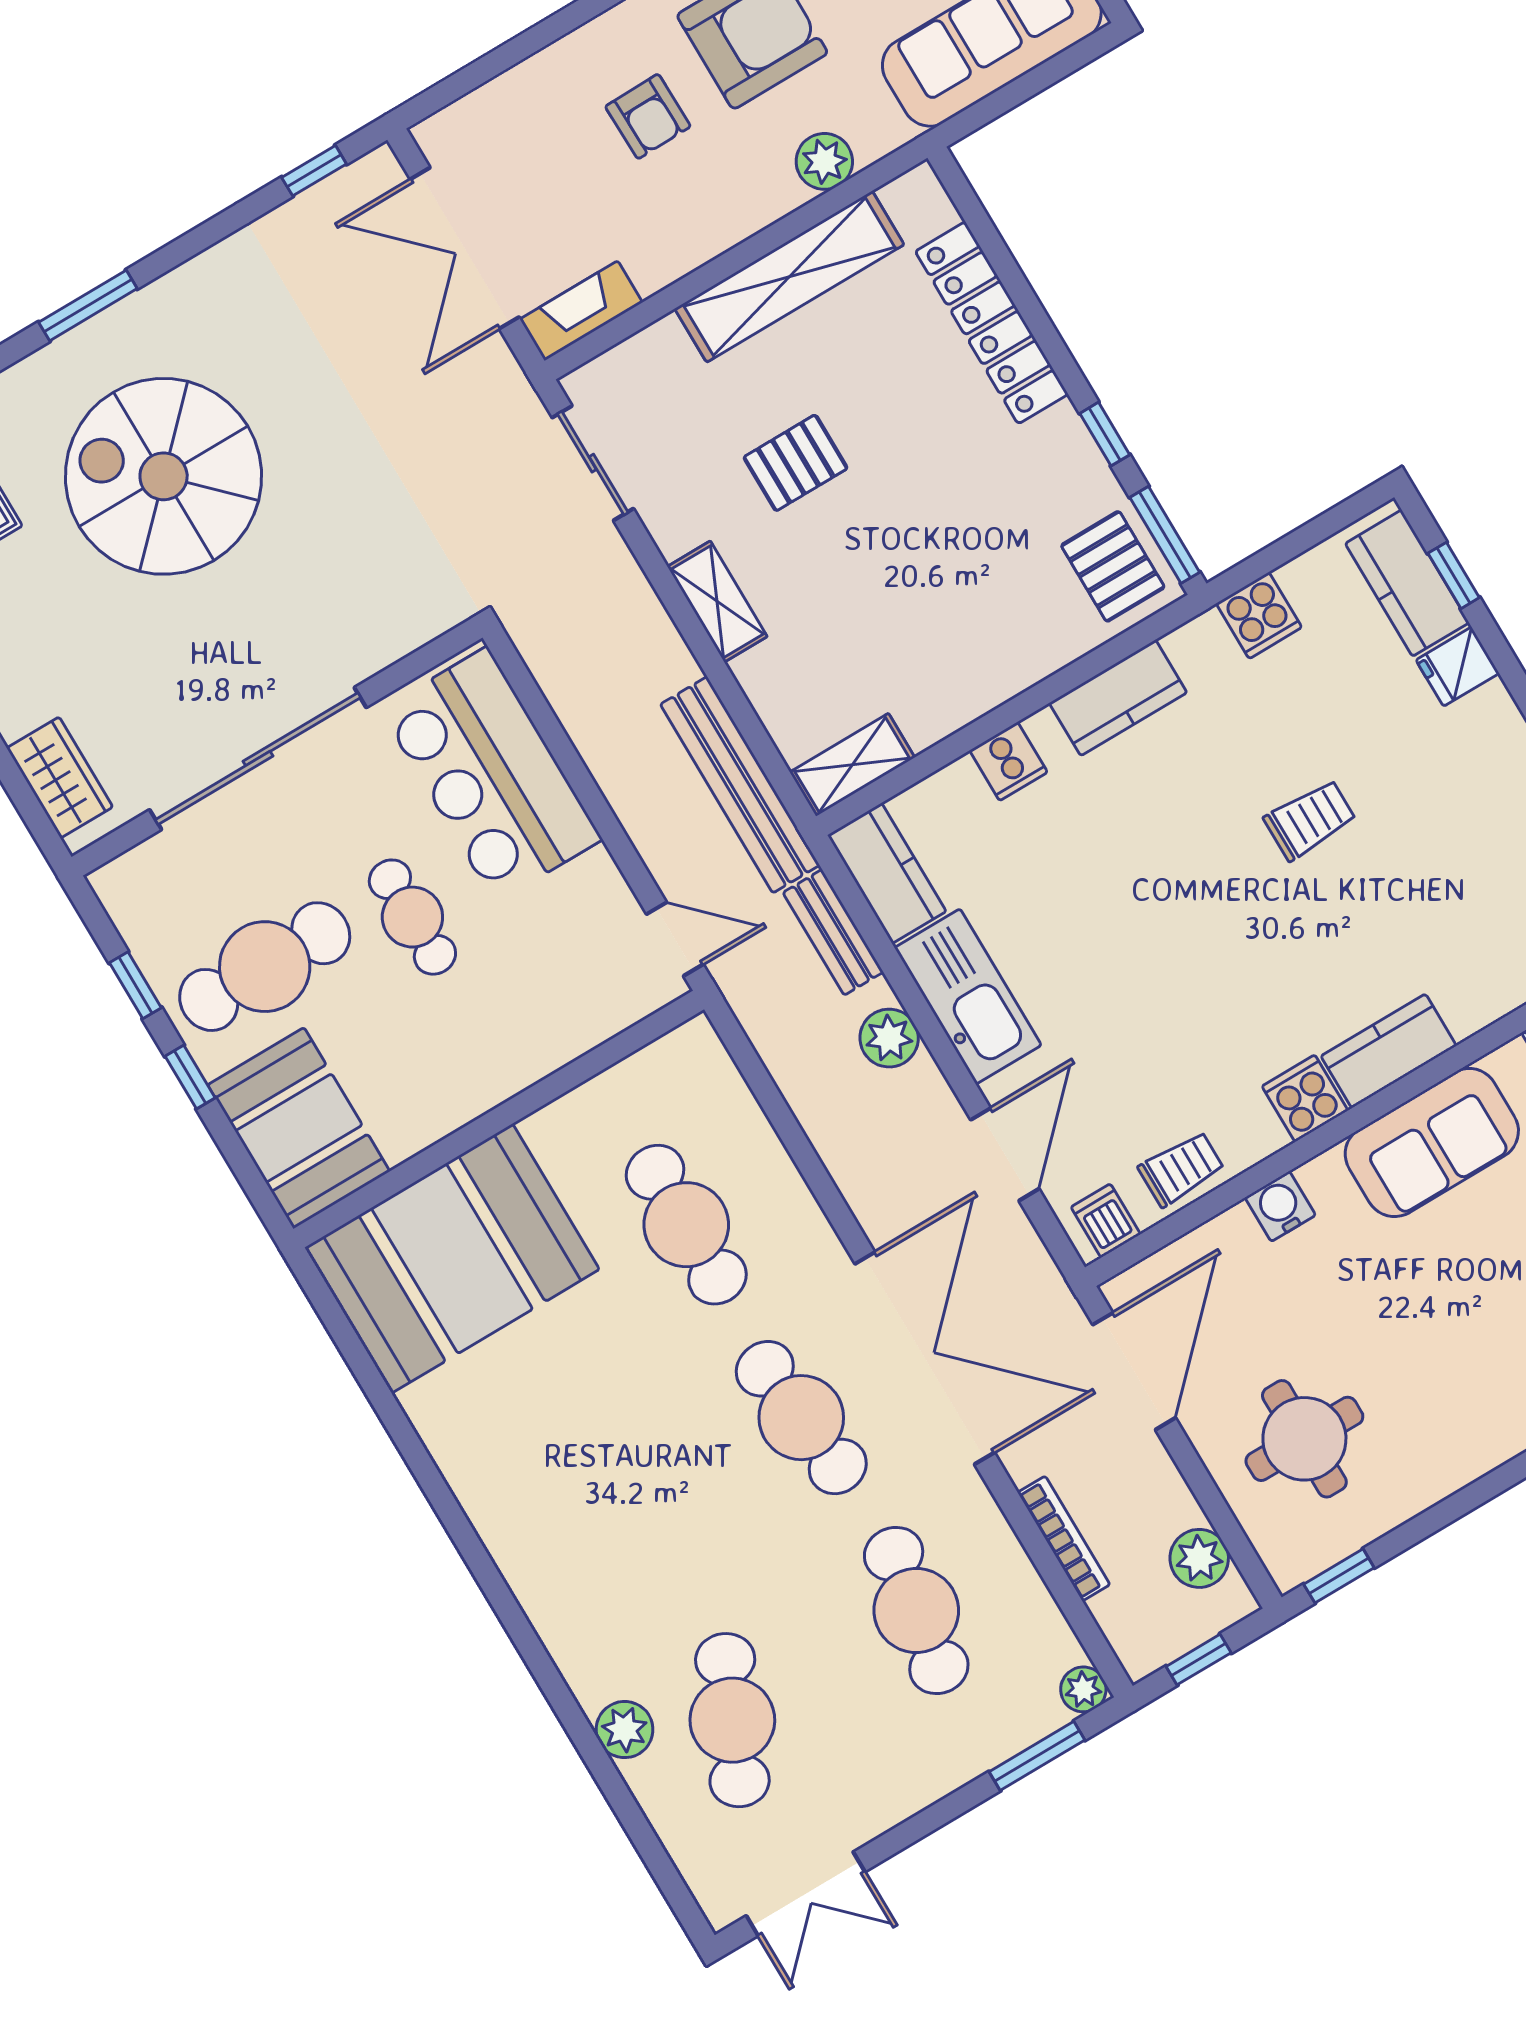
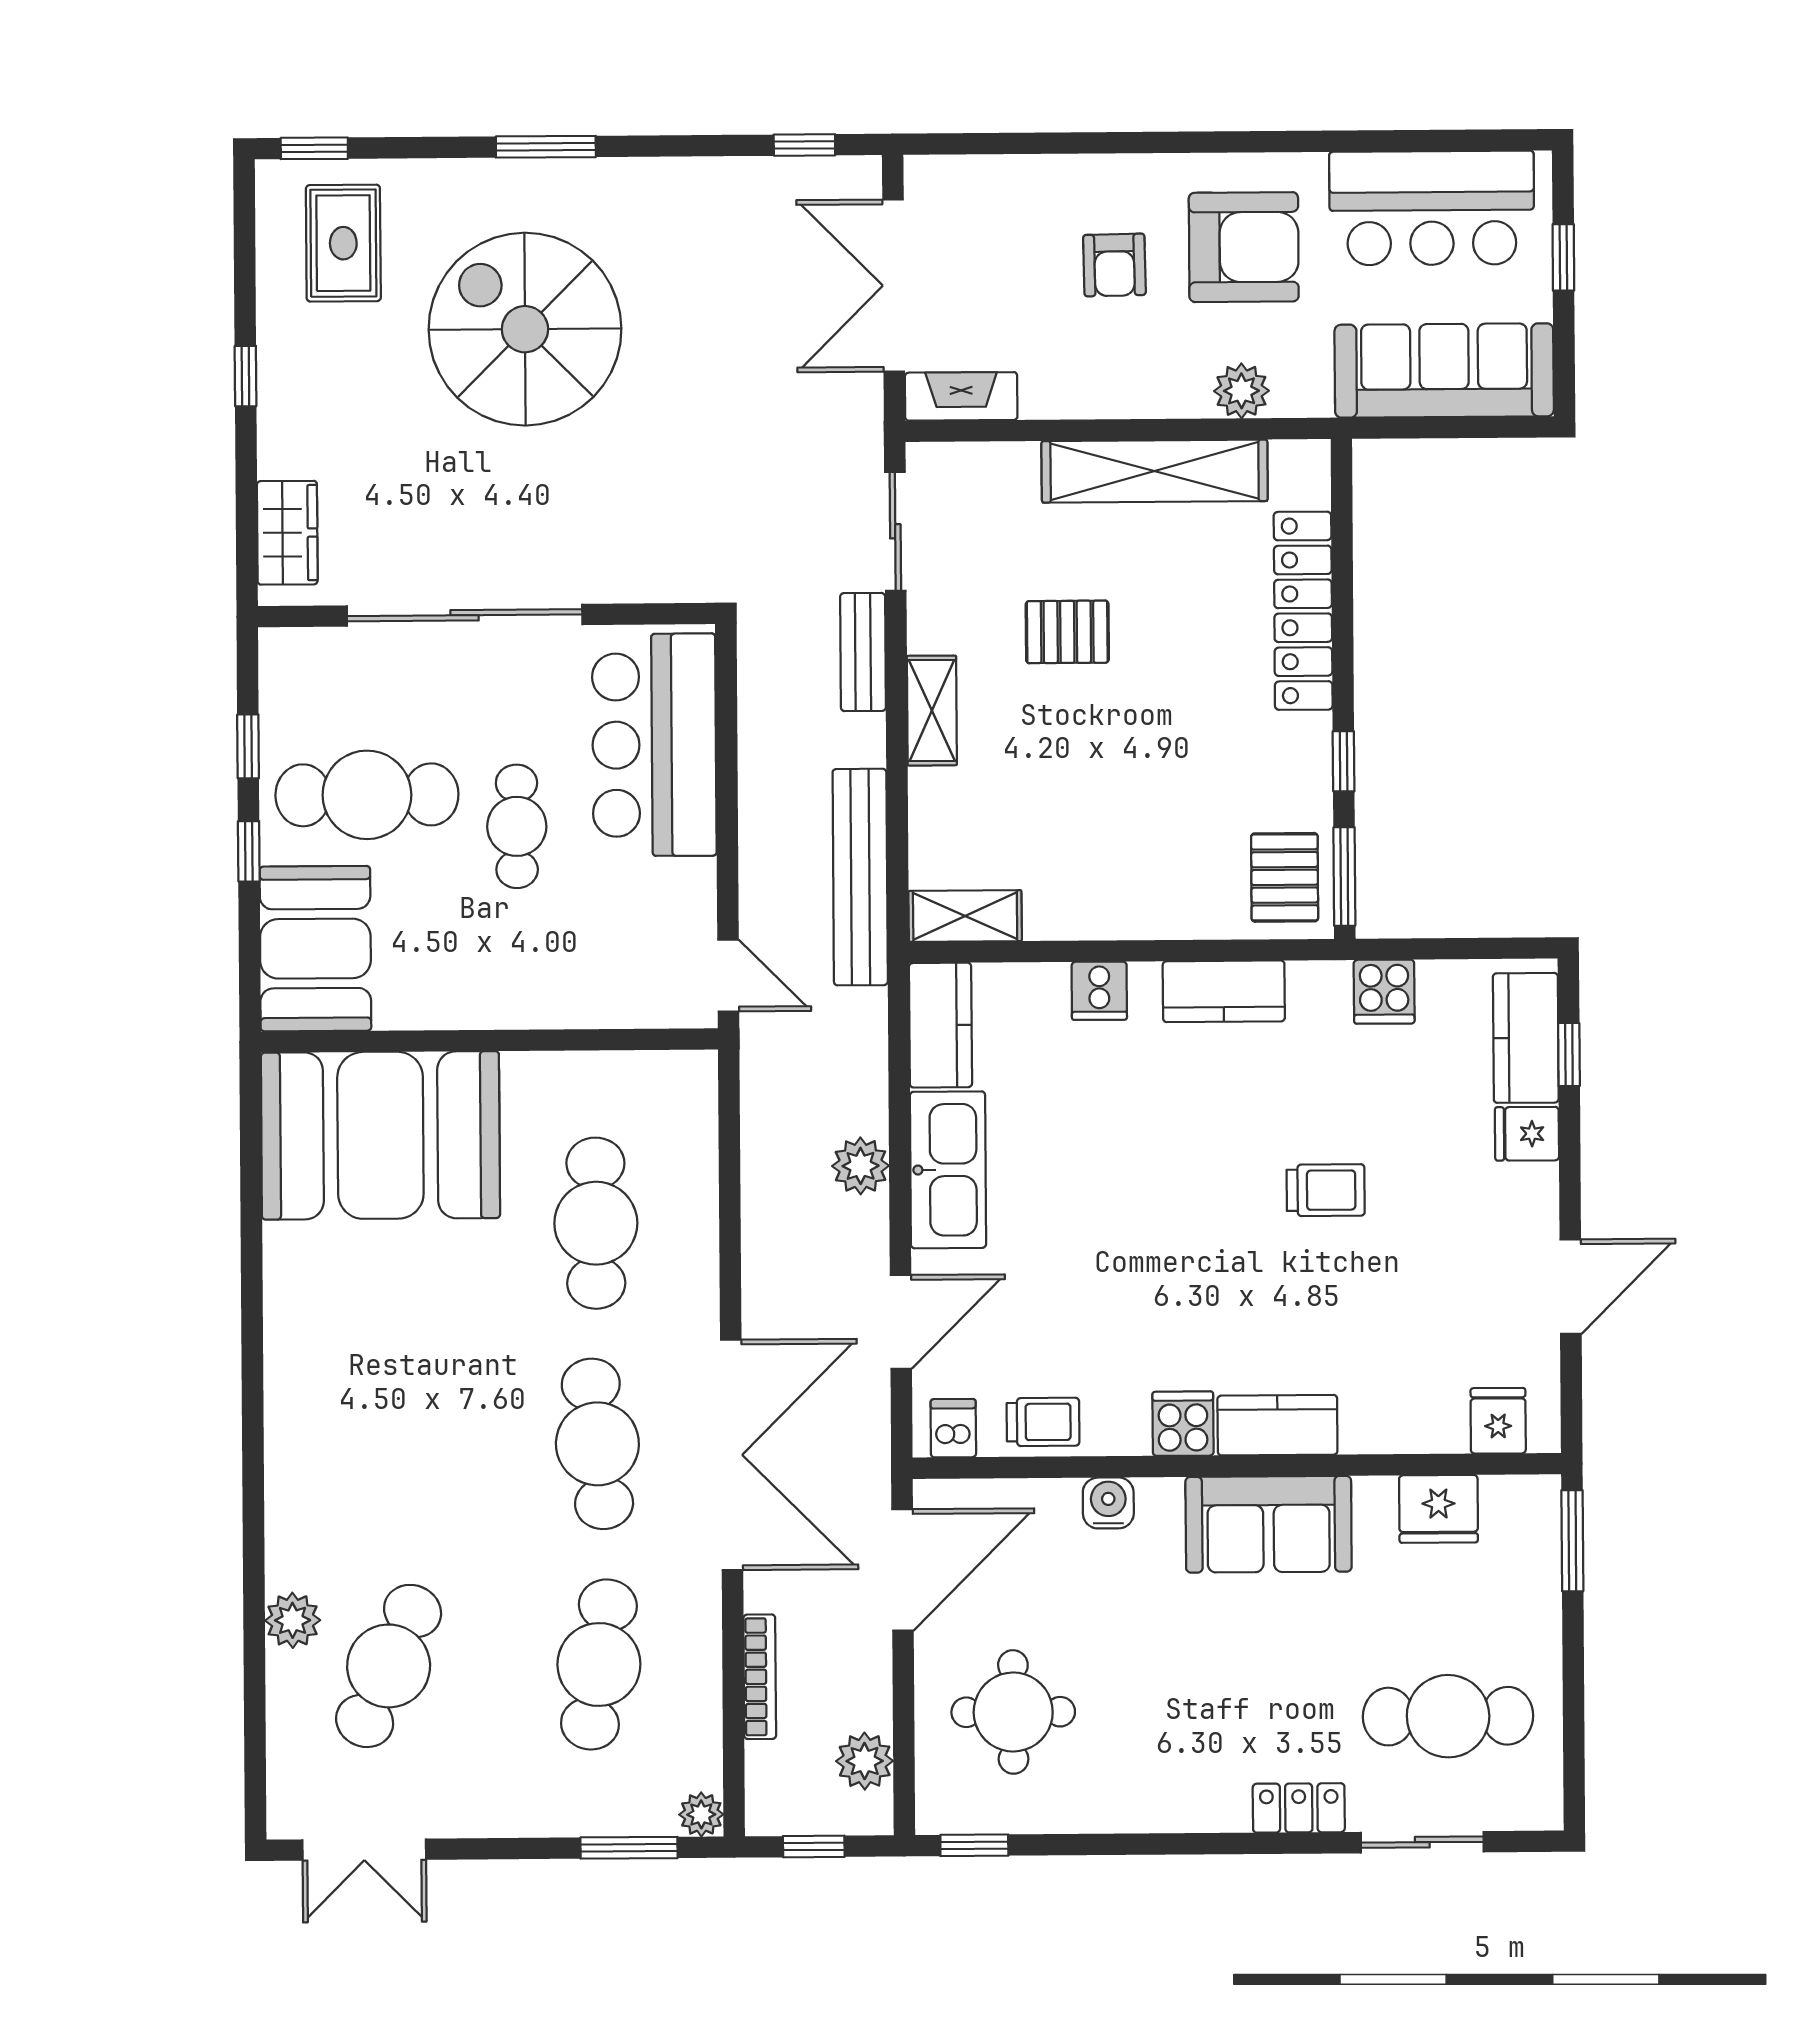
bench: (833, 932) -> (863, 652), moved

